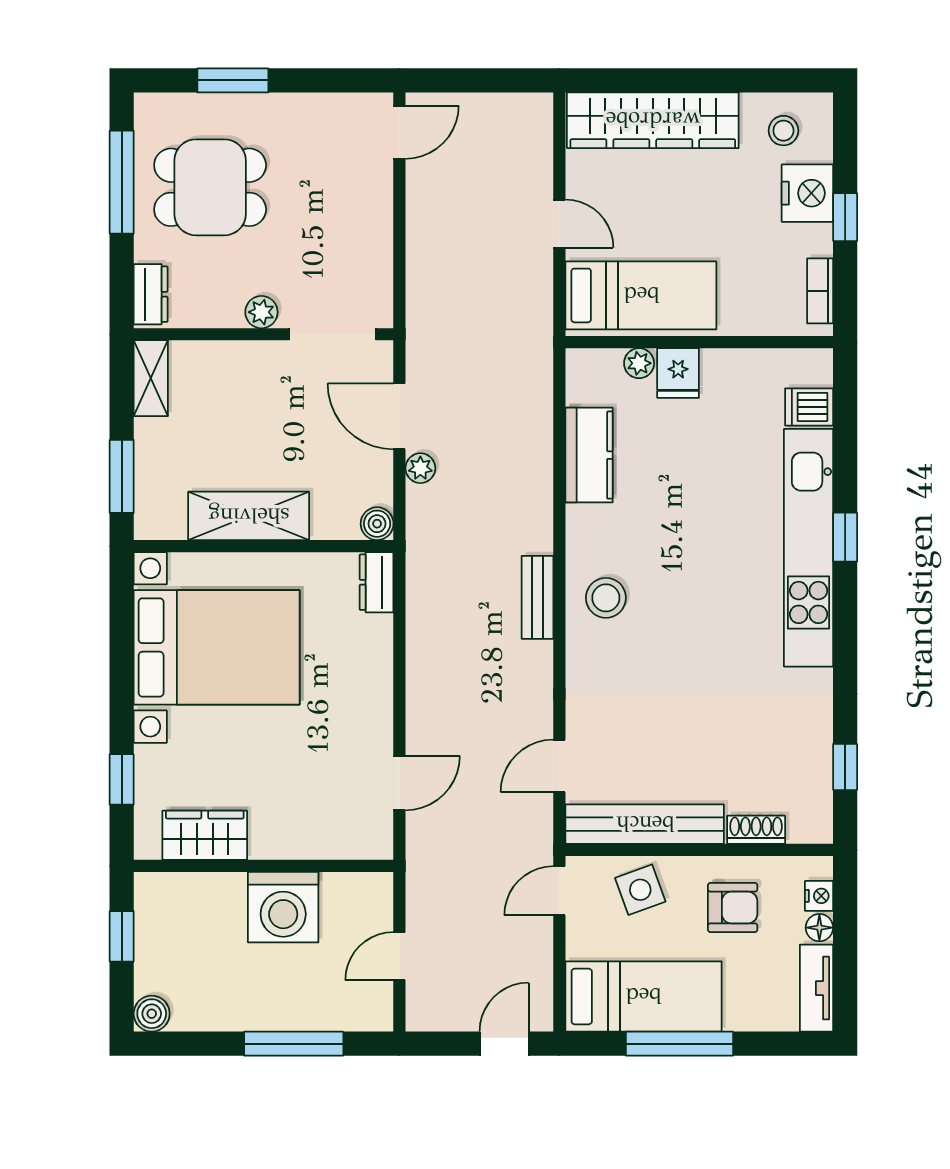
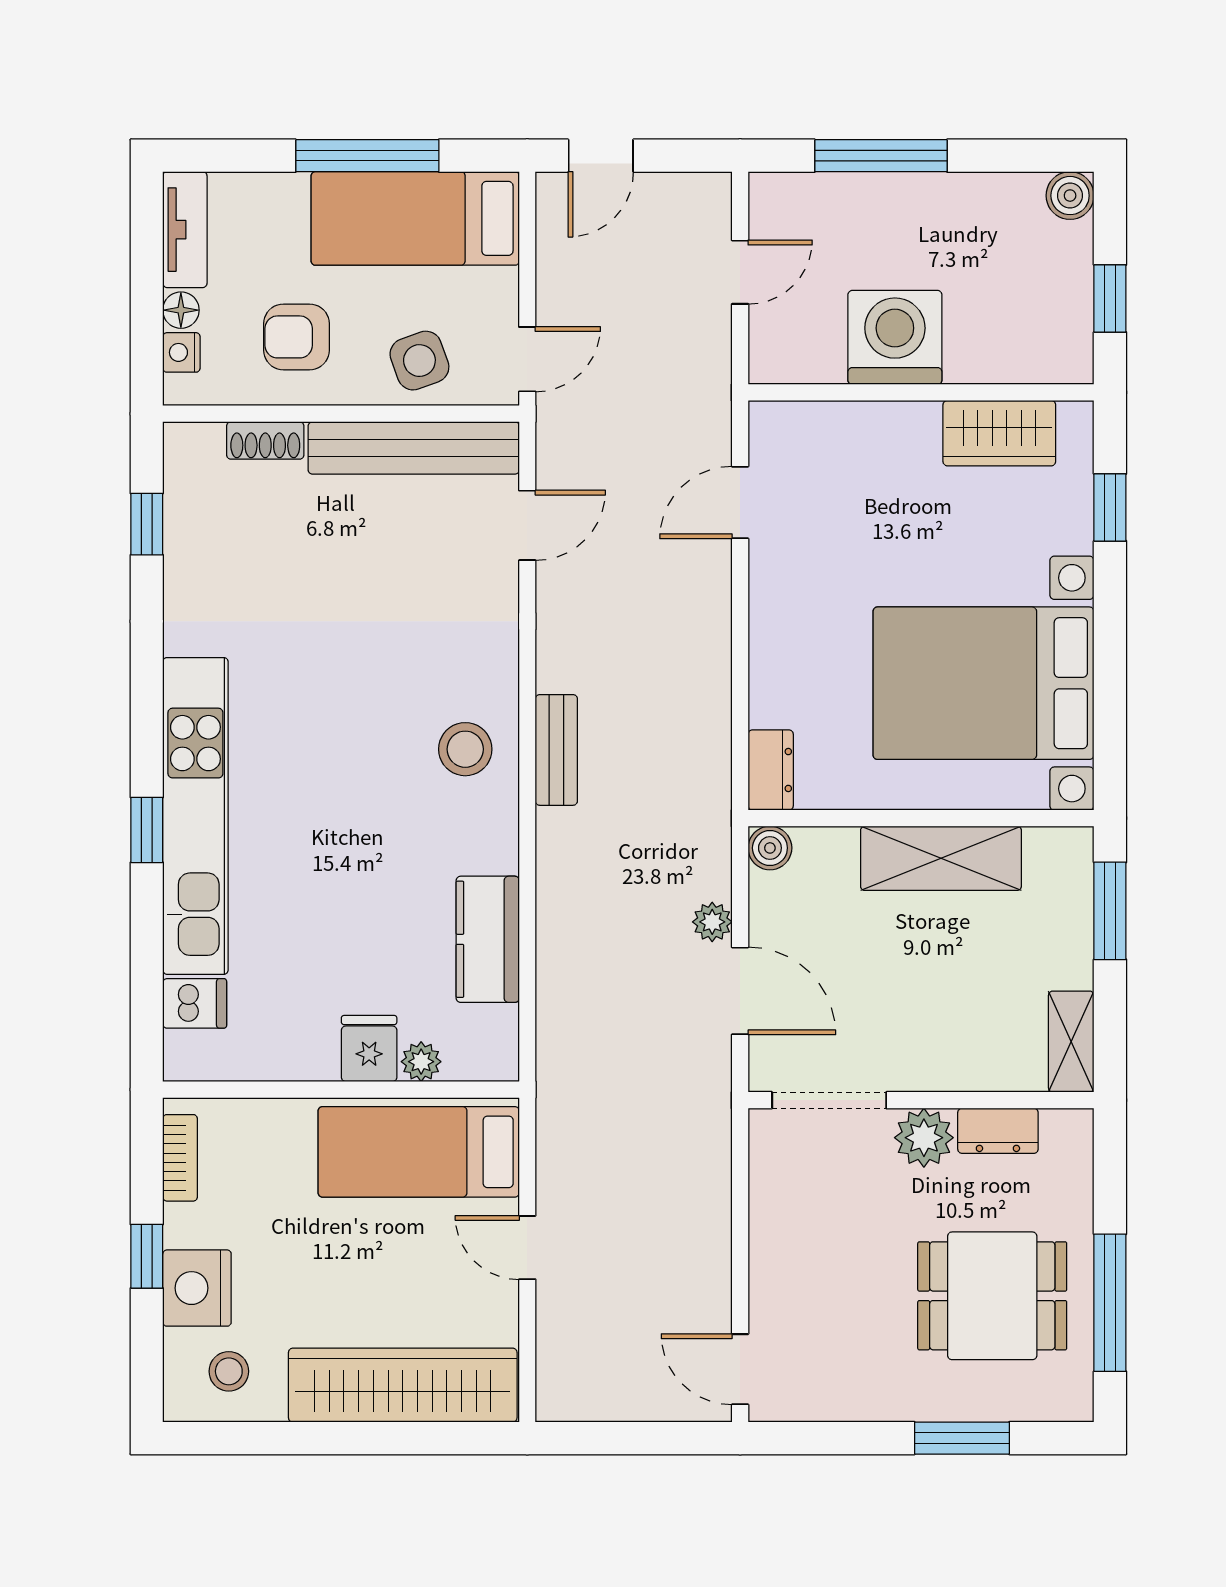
door: (399, 132) -> (740, 1369), hinge flipped
dresser: (151, 294) -> (998, 1131), moved, turned -90
plant: (261, 312) -> (924, 1138), width x1.38, depth x1.38

